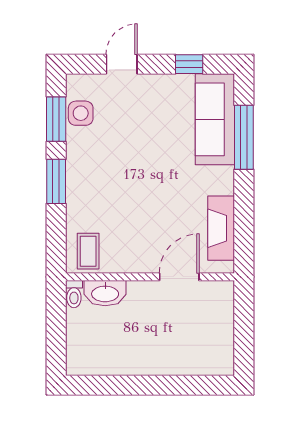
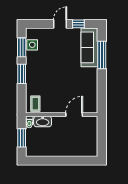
door: (122, 64) -> (60, 24), moved
fireplace: (221, 228) -> (92, 94), removed
window: (56, 332) -> (22, 138), added

